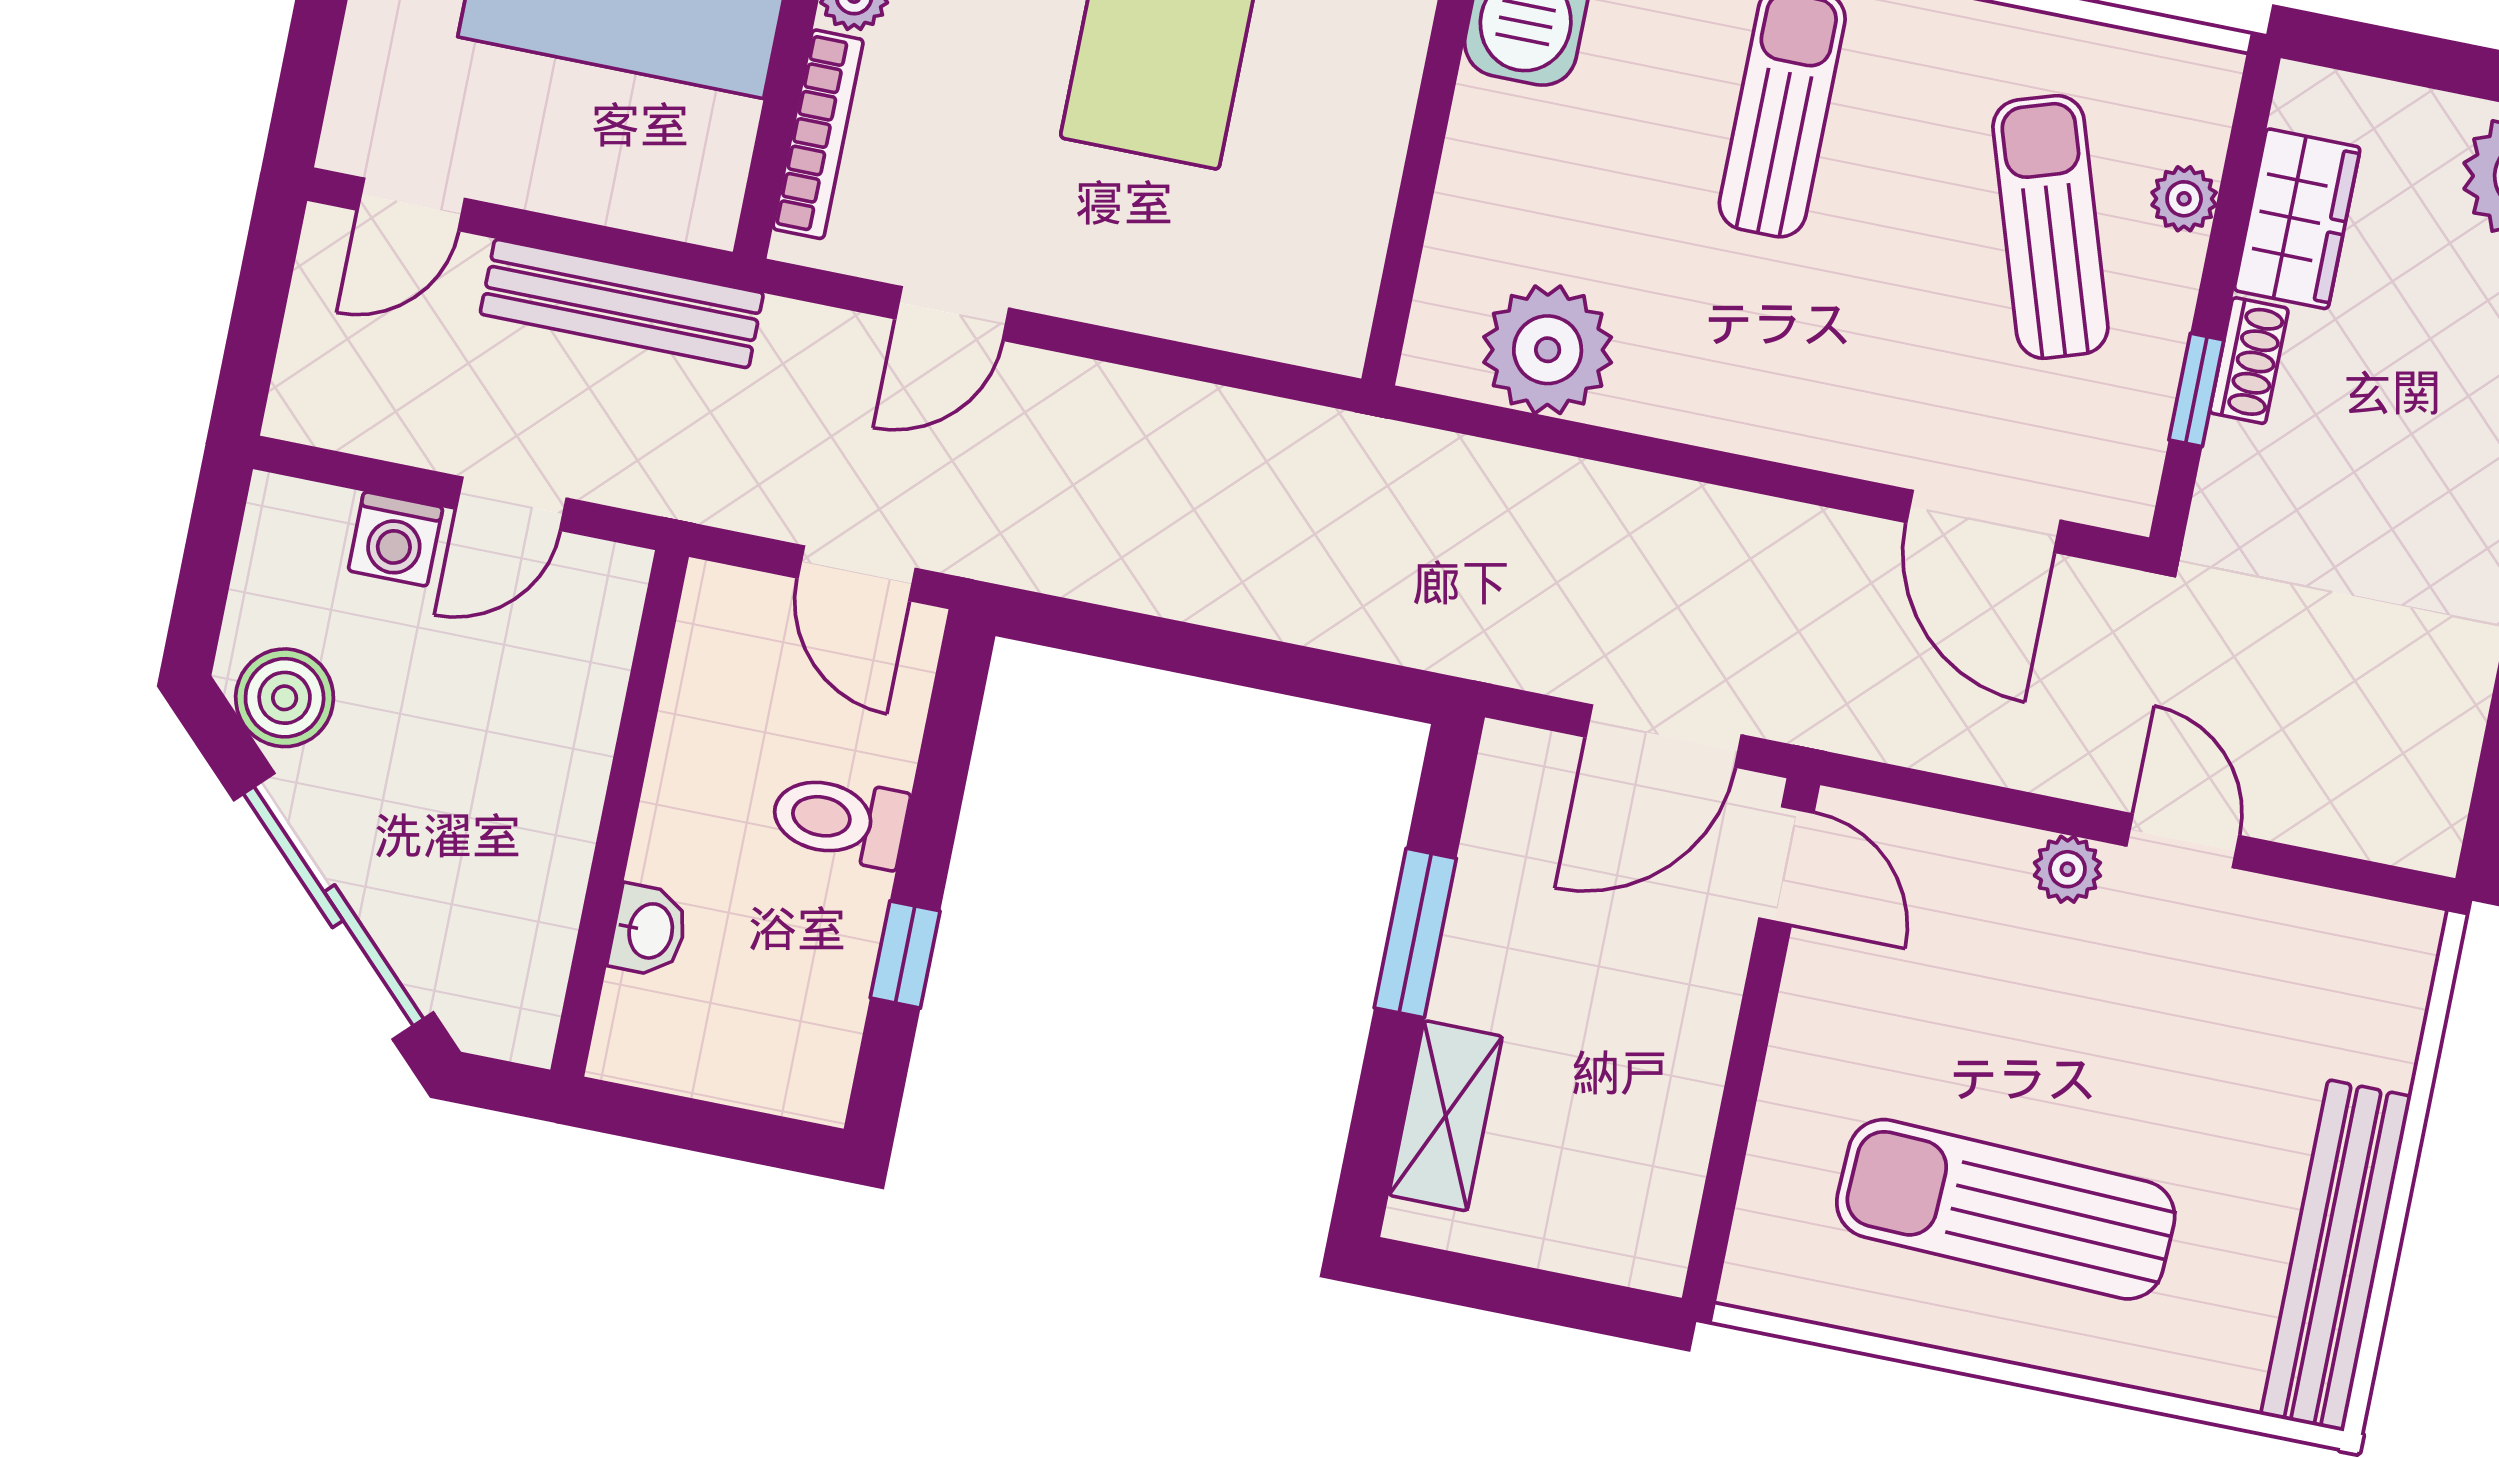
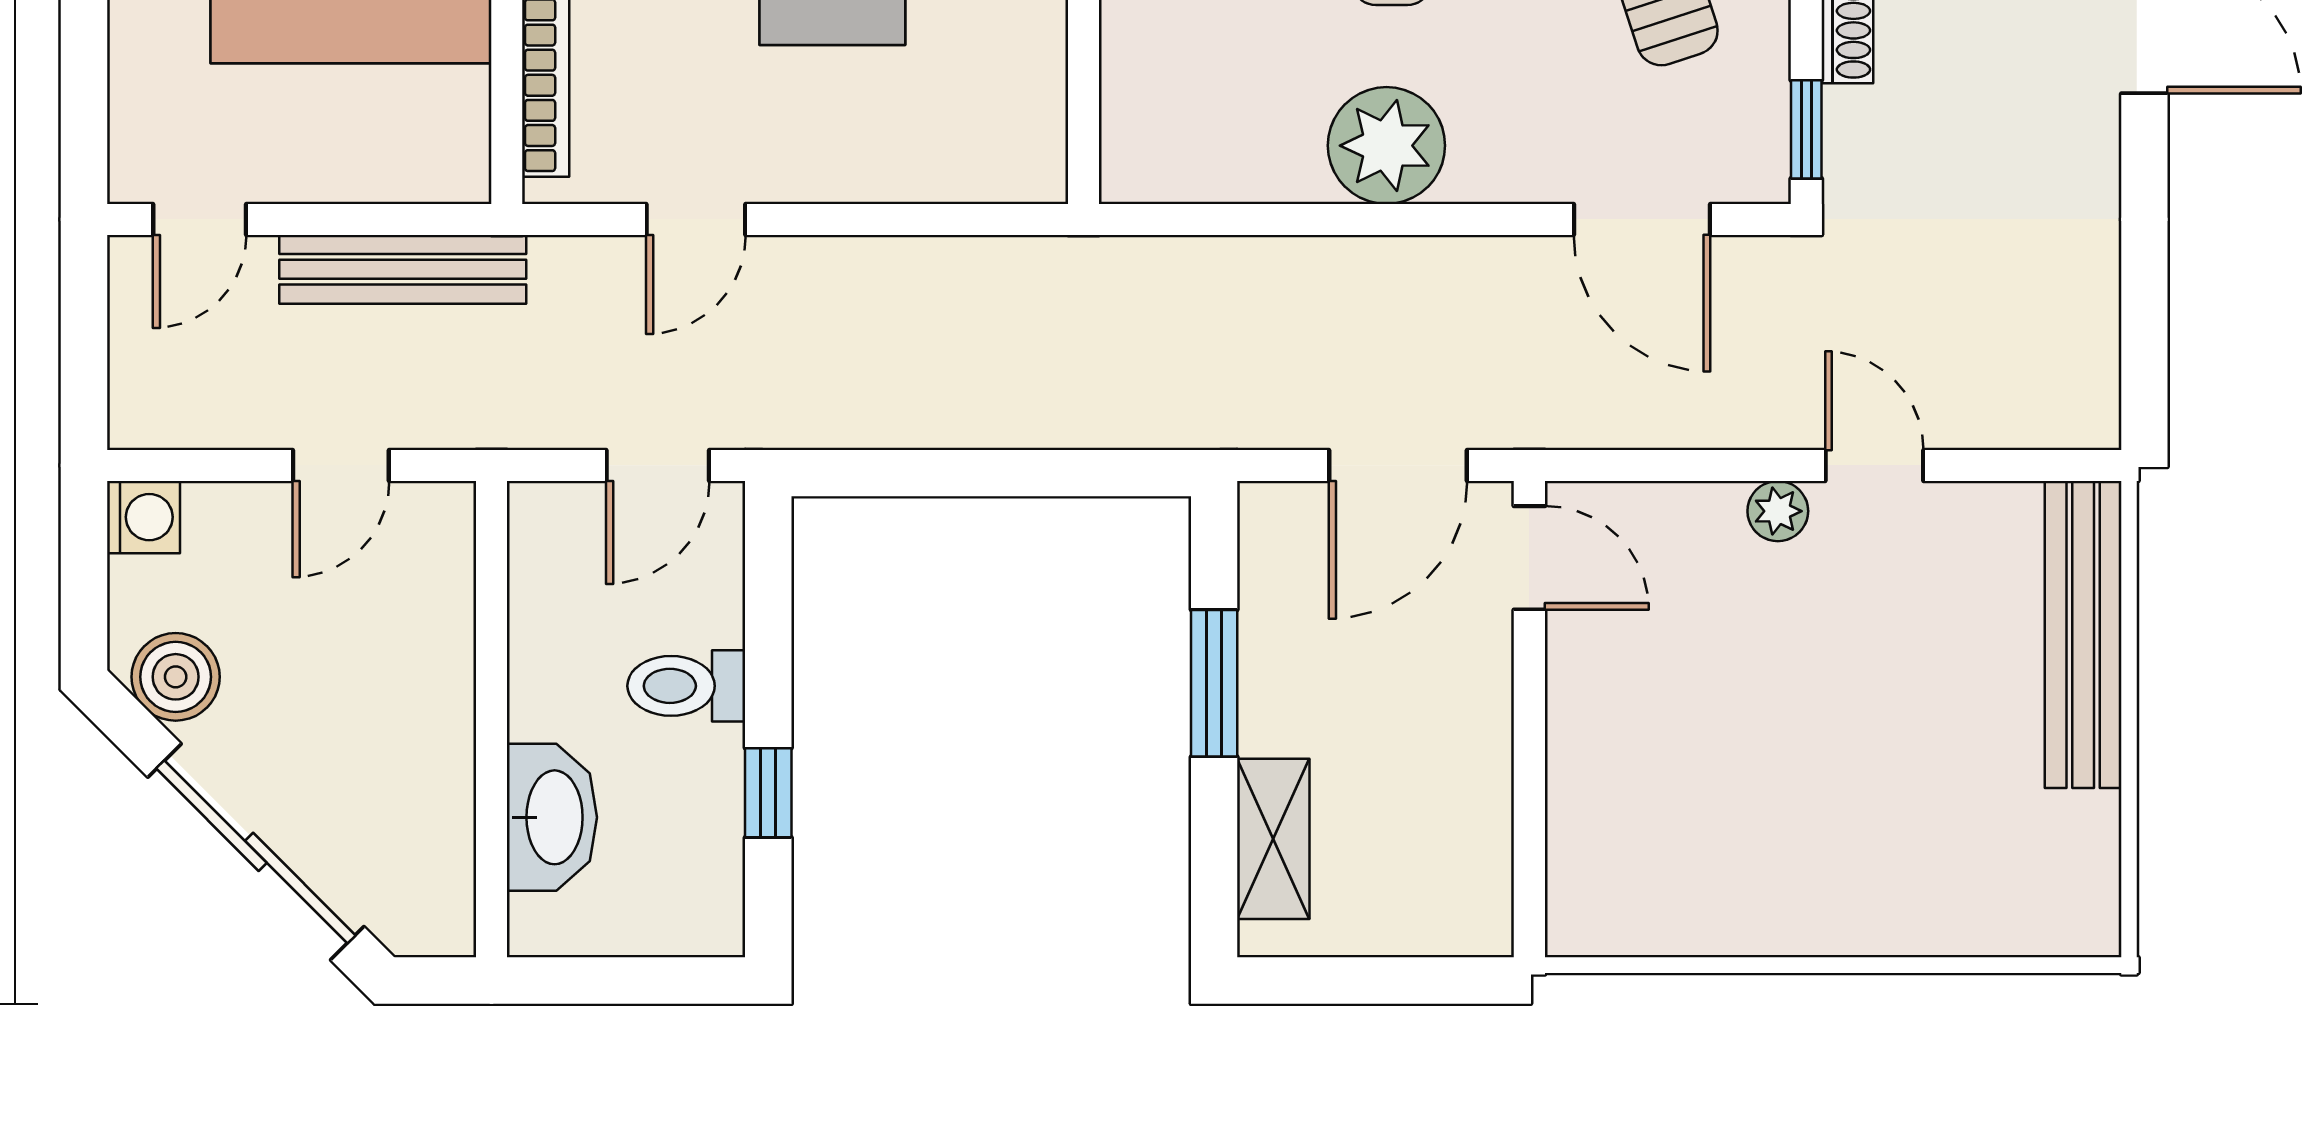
plant: (1548, 350) -> (1386, 146), moved
window: (2196, 390) -> (1806, 129), moved
washing machine: (395, 539) -> (143, 517), moved, turned -90
door: (857, 573) -> (658, 465), hinge flipped
washbasin: (649, 931) -> (552, 817), width x1.91, depth x1.45
sun lounger: (2006, 1209) -> (1784, 822), removed
bench: (2336, 1255) -> (2083, 634), moved

